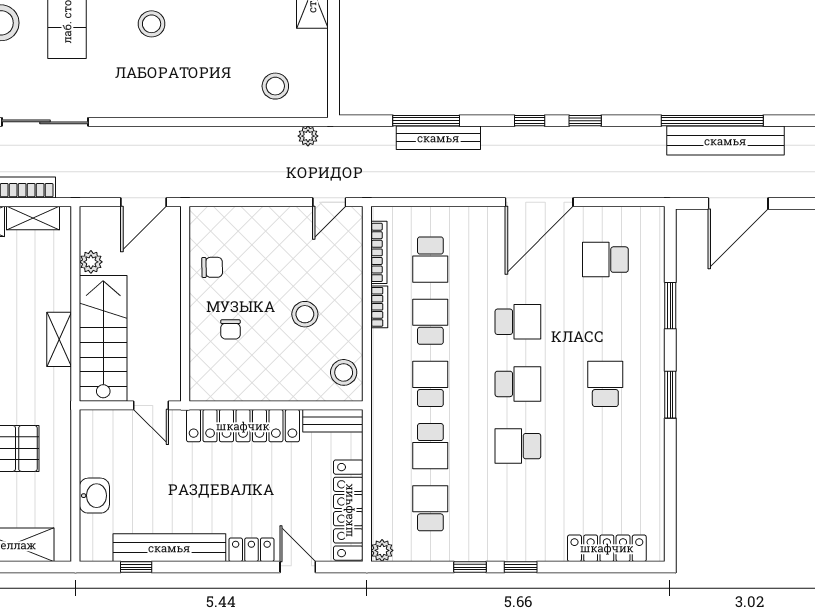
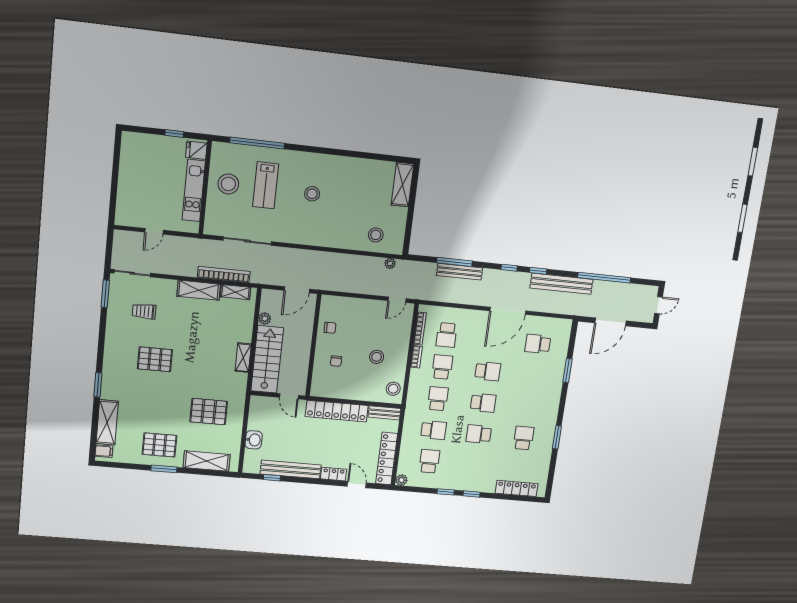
bench: (725, 141) -> (561, 284), moved
school desk: (605, 384) -> (523, 438), moved
window: (670, 395) -> (557, 437), moved
school desk: (430, 446) -> (434, 430), turned -90

